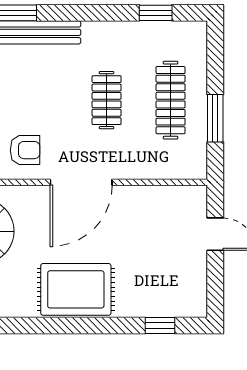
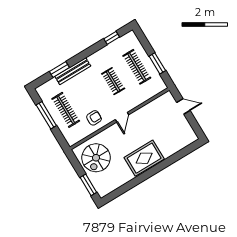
door: (81, 182) -> (122, 117), width x0.53
window: (160, 325) -> (183, 153), removed

